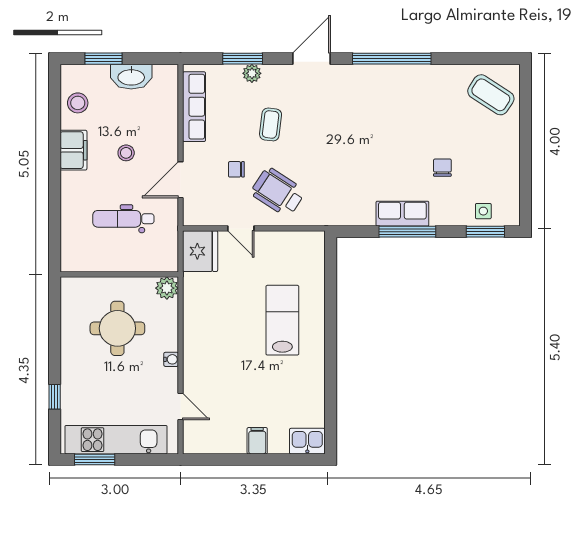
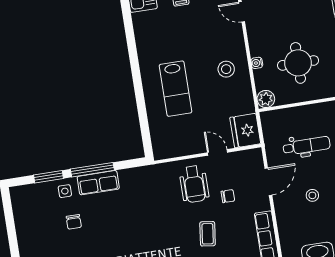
wheelchair: (278, 192) -> (194, 184), turned 57
side table: (483, 211) -> (65, 191), moved
window: (485, 232) -> (49, 177), moved
stool: (212, 335) -> (226, 69), added
water cooler: (171, 359) -> (257, 63), moved

